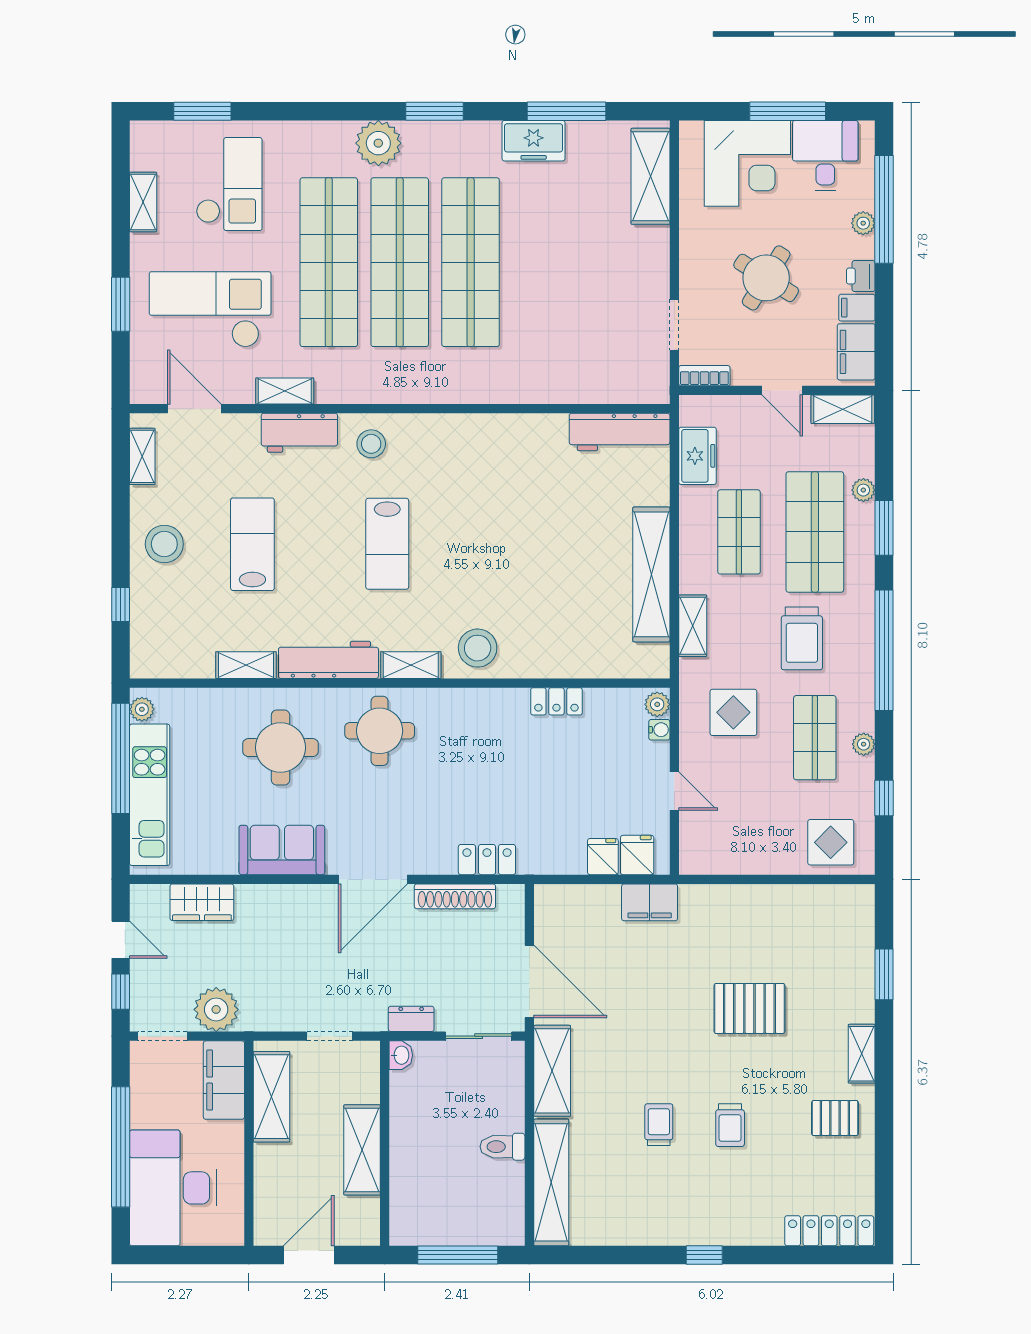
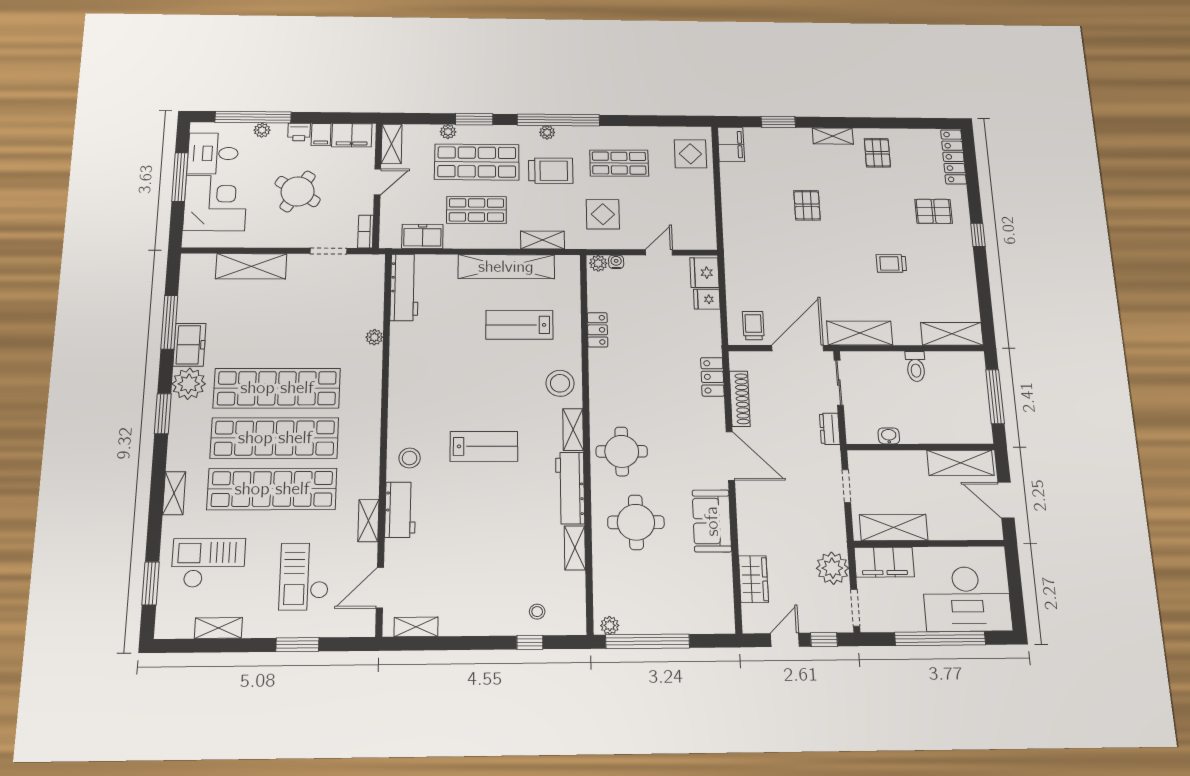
shelving: (324, 134) -> (174, 493), added
plant: (378, 143) -> (189, 384), moved
shelving: (650, 176) -> (251, 266), moved
checkout: (210, 309) -> (304, 576), width x0.73, depth x0.83
plant: (545, 392) -> (374, 337), added
stool: (164, 544) -> (537, 612), moved, width x0.53, depth x0.53
lab bench: (252, 544) -> (519, 325), moved
plant: (864, 744) -> (547, 132), moved
kitchen unit: (150, 795) -> (674, 619), removed
window: (884, 798) -> (659, 121), removed
fridge: (637, 855) -> (704, 273), width x1.38
filing cabinet: (650, 902) -> (731, 145), moved
pallet: (749, 1008) -> (807, 205), width x0.67, depth x0.71
washbasin: (401, 1055) -> (889, 436), moved
trolley: (730, 1125) -> (753, 326), moved, turned -90
shelving: (362, 1150) -> (960, 463), moved
shelving: (551, 1182) -> (952, 334), width x0.68
pallet: (741, 1193) -> (933, 211), added

